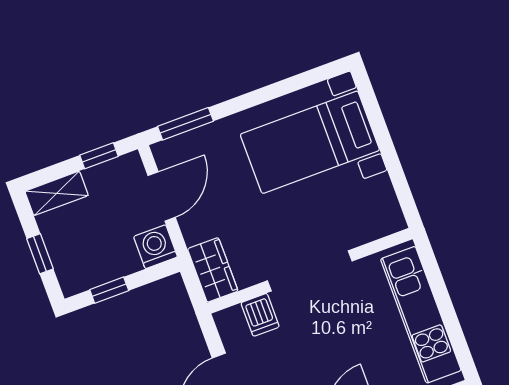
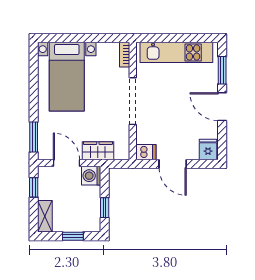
bookcase: (384, 227) -> (125, 55), added
wardrobe: (213, 270) -> (98, 151), moved
dishwasher: (260, 315) -> (146, 152), moved

